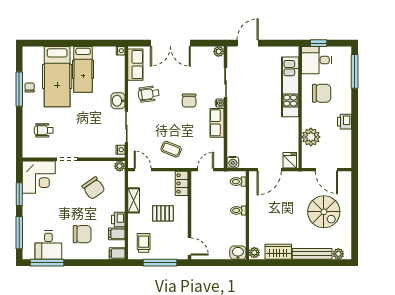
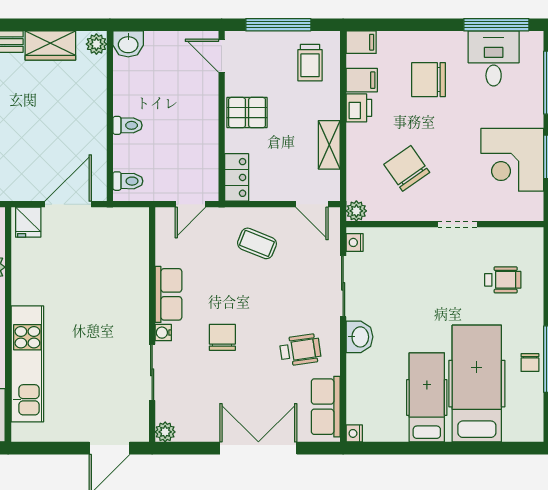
water cooler: (233, 162) -> (138, 218), removed
corner desk: (39, 177) -> (512, 160), moved, turned -90
pallet: (163, 213) -> (247, 113), moved

